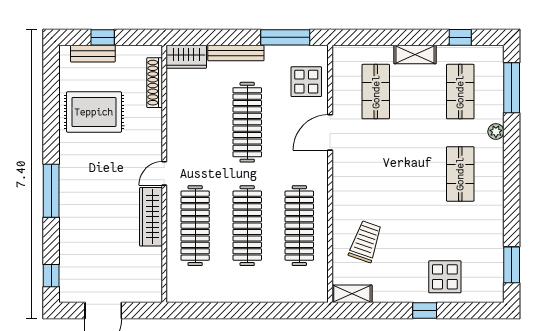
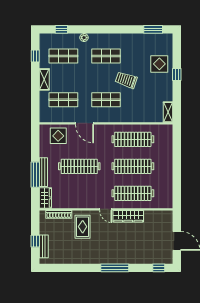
window: (285, 37) -> (35, 175), moved
window: (512, 88) -> (61, 29), width x0.46
rug: (94, 112) -> (83, 227), moved, width x0.73, depth x0.70
shop shelf: (376, 174) -> (106, 100), added
trolley: (365, 242) -> (126, 80), moved

